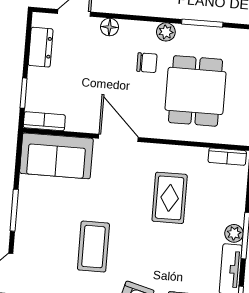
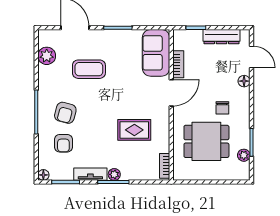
plant: (166, 32) -> (244, 155), moved
dresser: (41, 47) -> (221, 37), width x1.44
bookcase: (44, 121) -> (178, 64), moved
coffee table: (93, 247) -> (89, 69), moved

